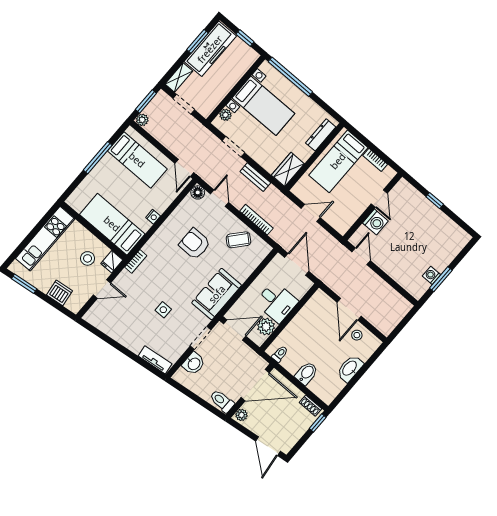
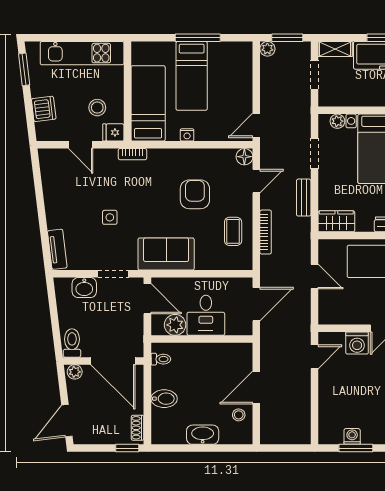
bed: (137, 160) -> (192, 76), moved
coffee table: (238, 240) -> (233, 231), turned 49

